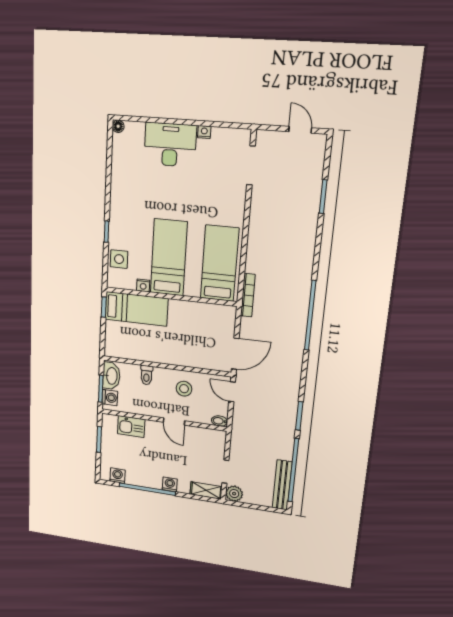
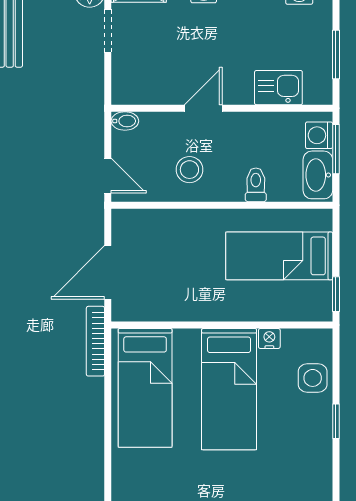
bed: (136, 309) -> (279, 256), moved
door: (235, 354) -> (108, 272), moved
door: (174, 422) -> (203, 108), hinge flipped

